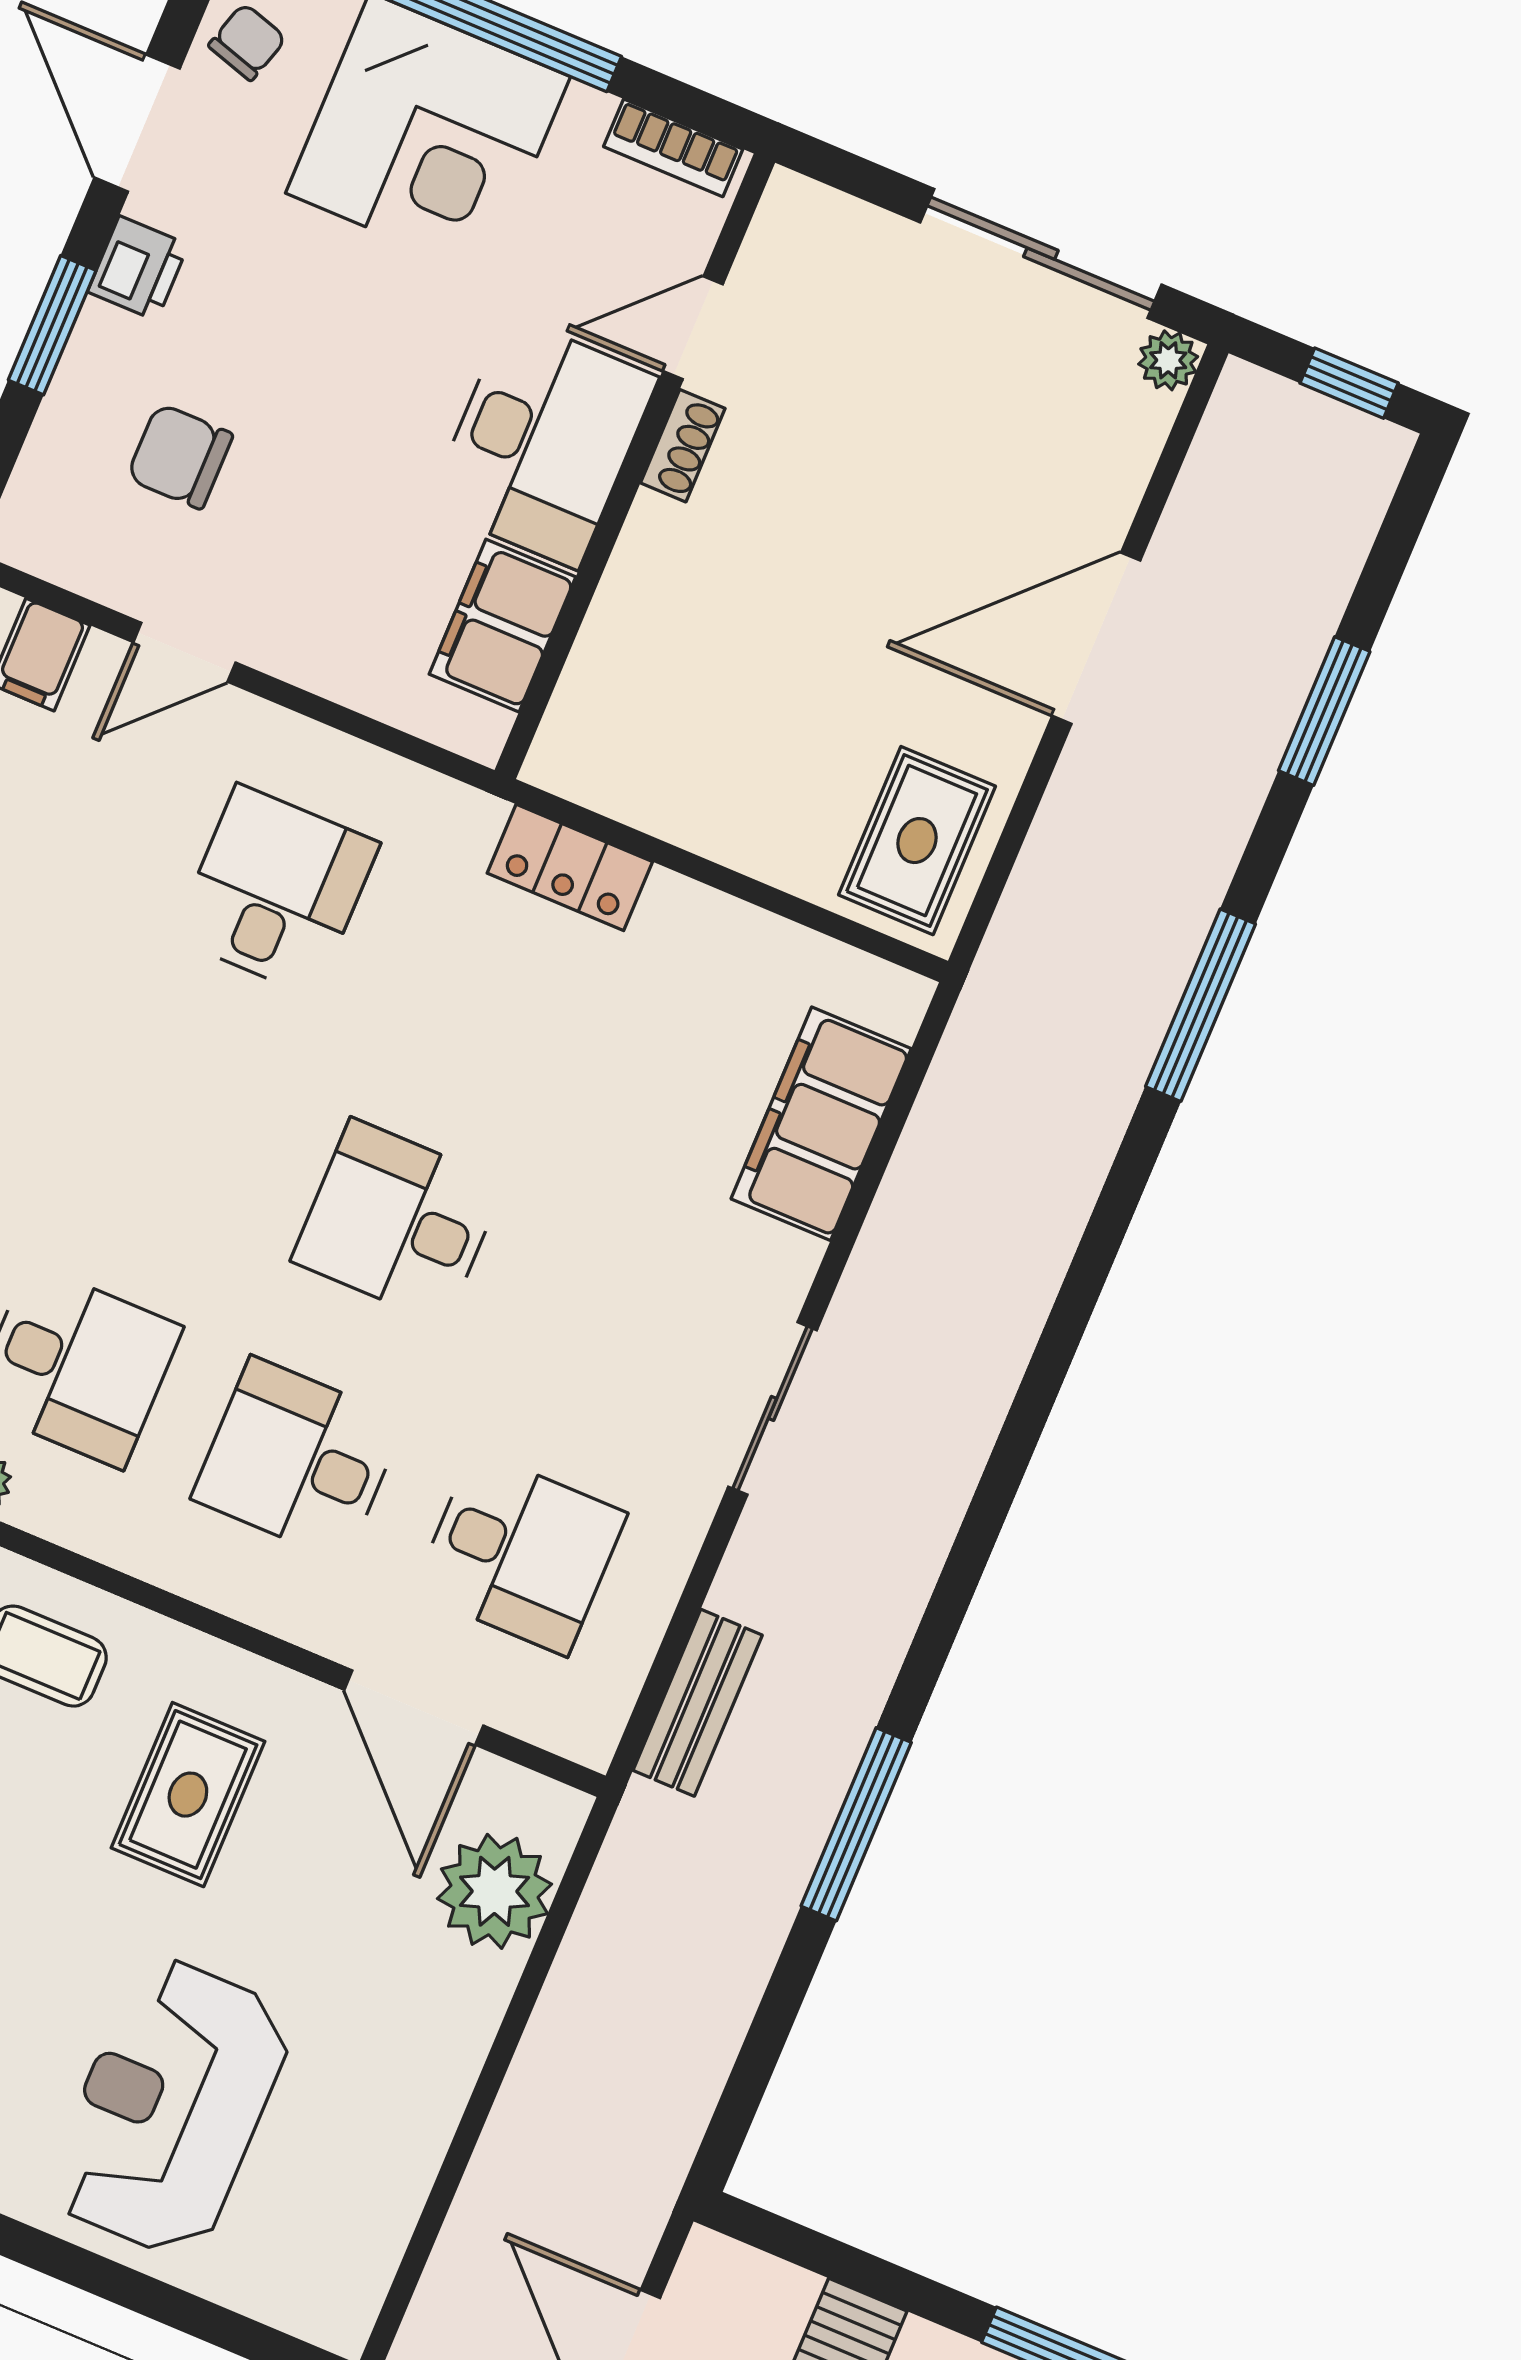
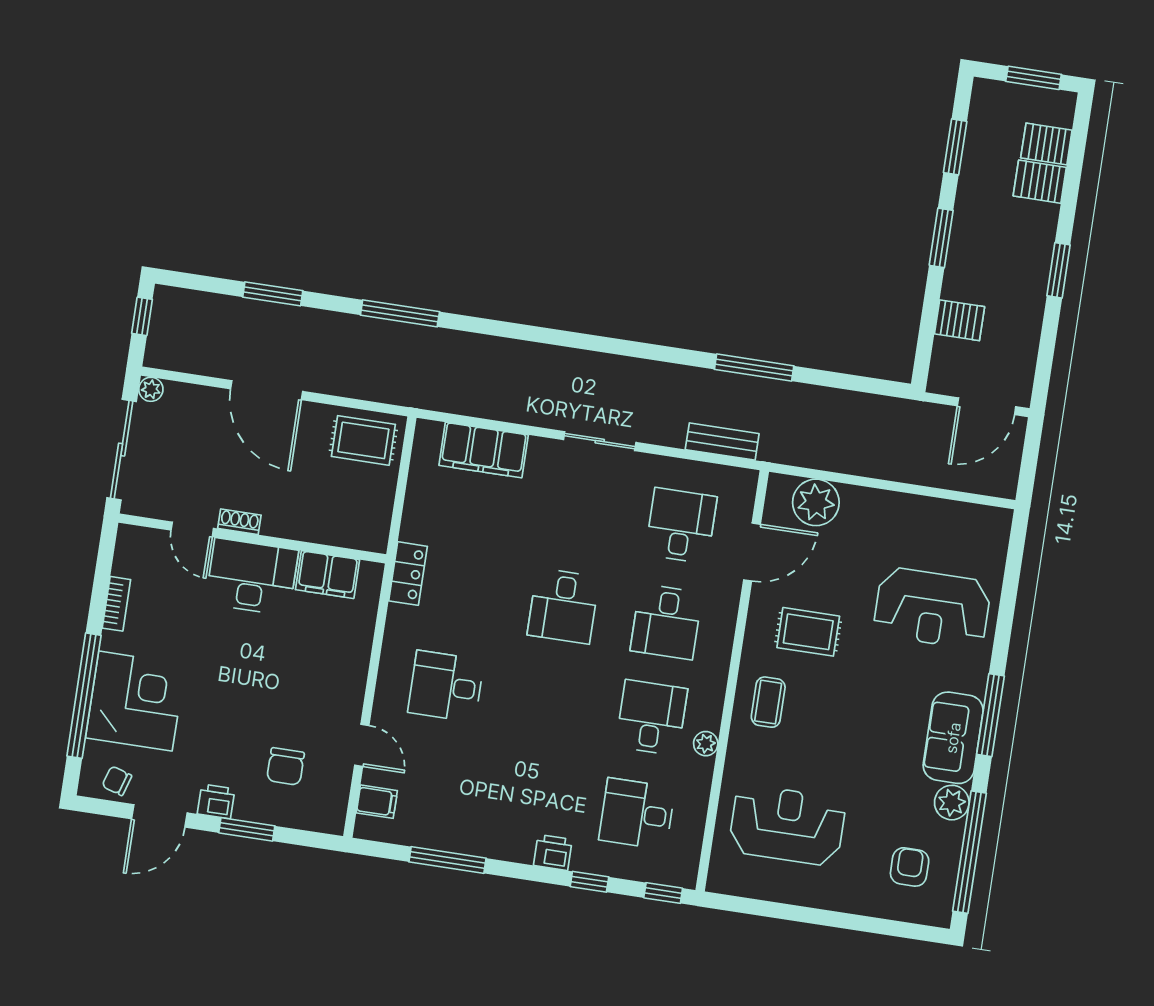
door: (693, 328) -> (192, 529), moved
desk: (543, 442) -> (252, 577), moved
shoe rack: (683, 446) -> (239, 522), moved
wall: (635, 466) -> (252, 538), moved
filing cabinet: (502, 626) -> (328, 575), moved

